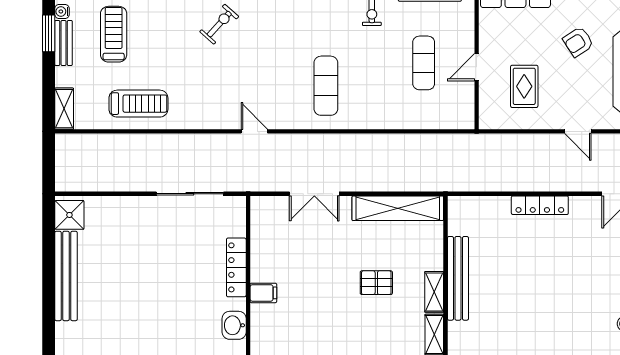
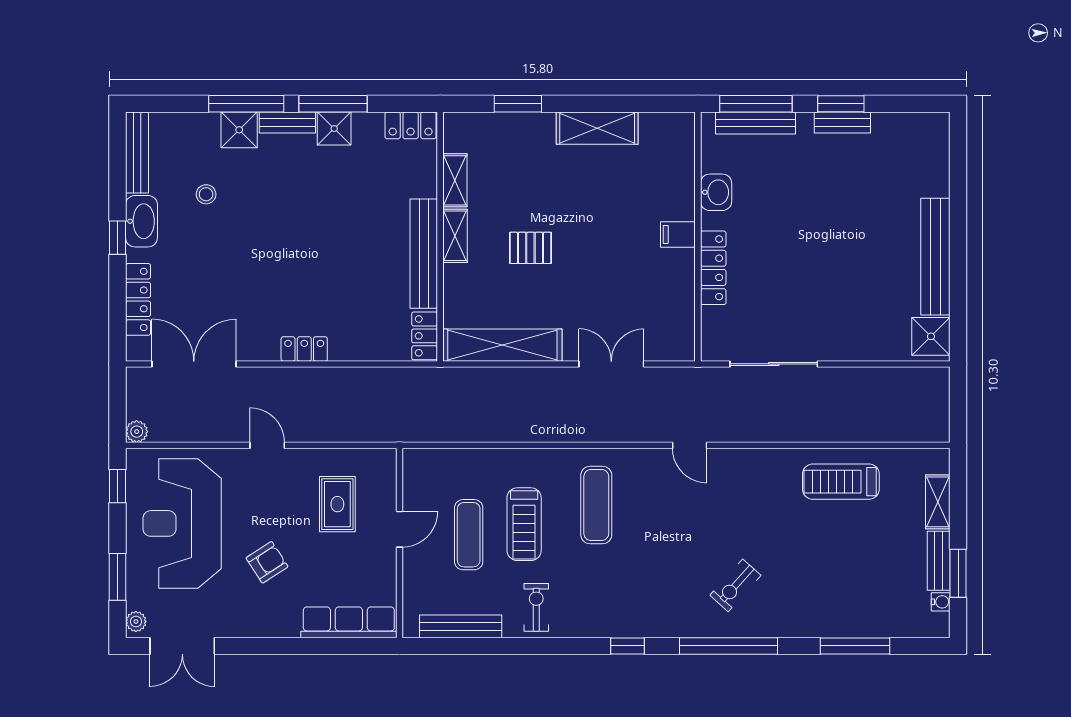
treadmill: (114, 34) -> (524, 524), moved
shelving: (64, 109) -> (938, 502), moved
locker: (540, 205) -> (304, 349), width x0.66
locker: (457, 215) -> (425, 336), added

